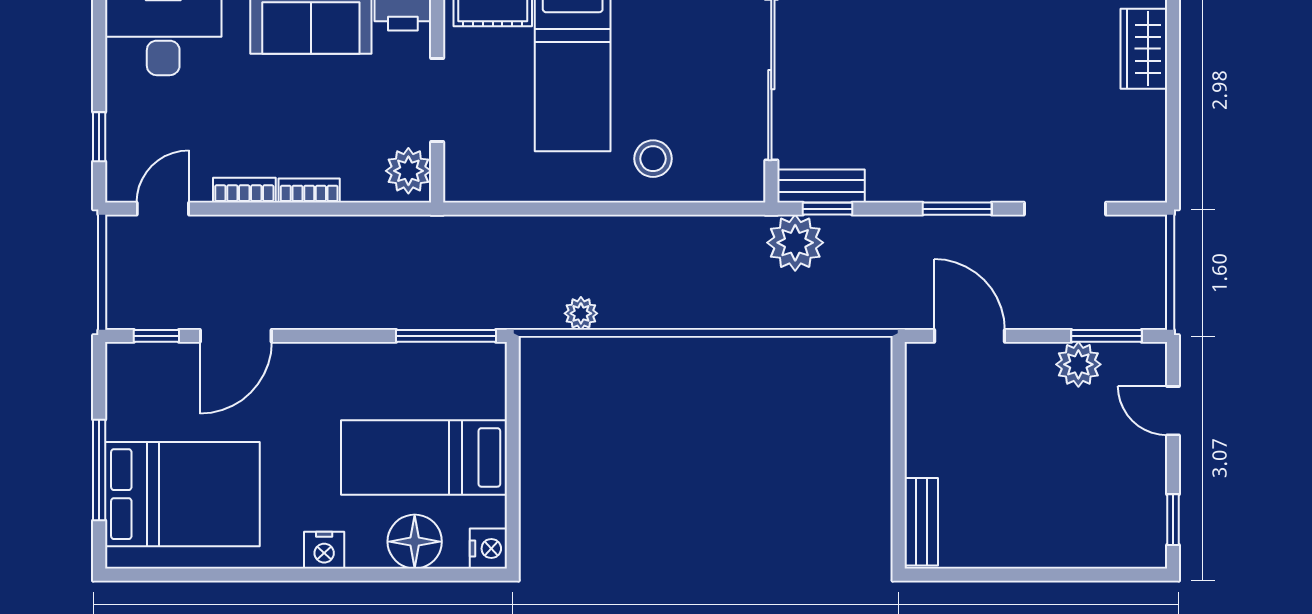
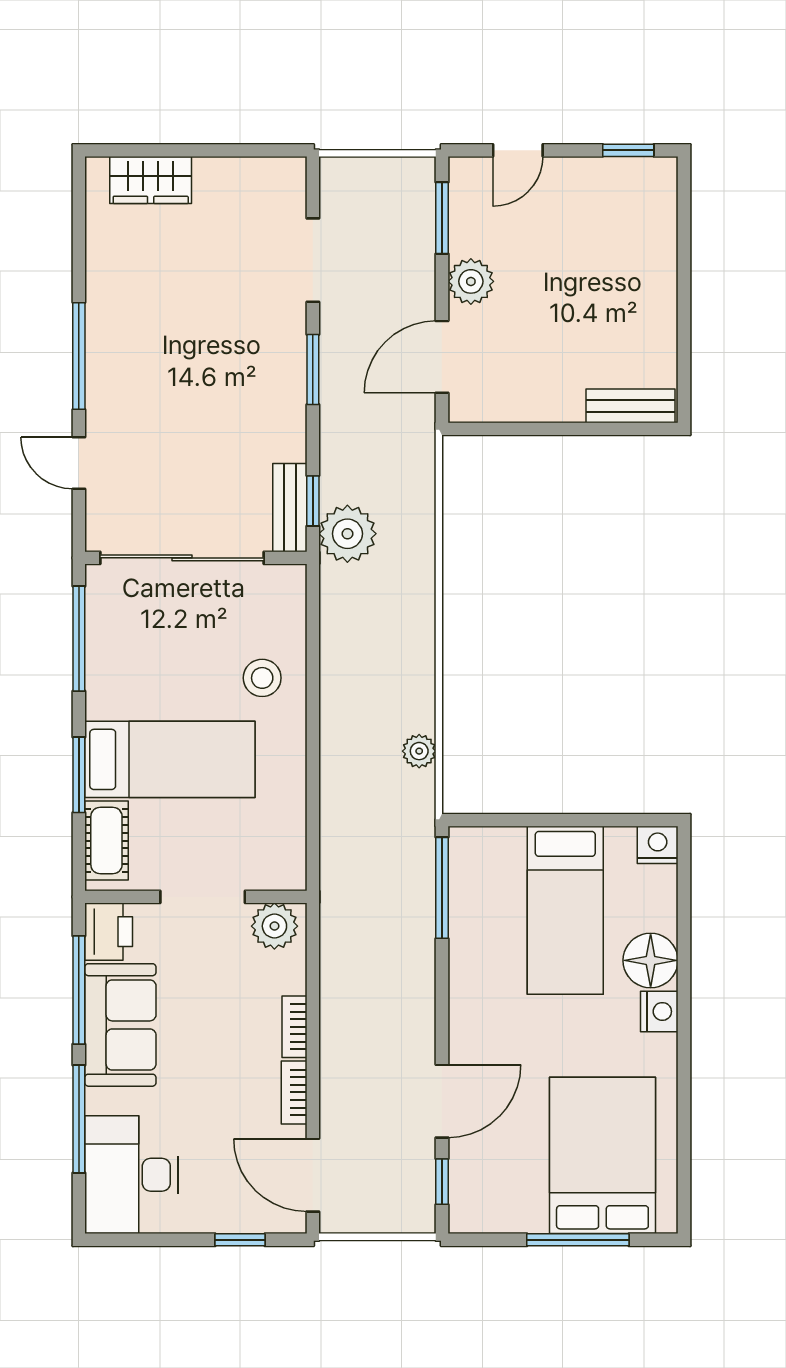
door: (163, 209) -> (313, 1175), width x1.38
door: (236, 336) -> (442, 1101), hinge flipped
plant: (1078, 364) -> (471, 281), moved
floor lamp: (415, 542) -> (651, 960), moved

